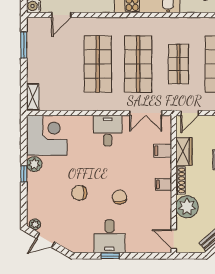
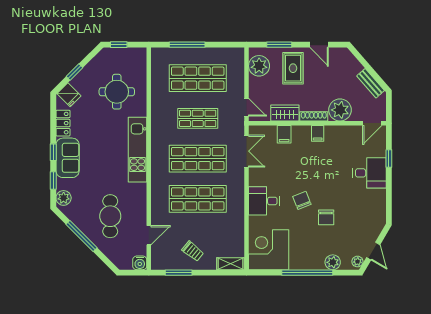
door: (61, 15) -> (149, 235), hinge flipped
trolley: (45, 59) -> (193, 251), added
desk: (108, 131) -> (264, 201), moved
plant: (34, 164) -> (333, 262), moved
window: (24, 174) -> (307, 273), width x3.17
chair: (119, 197) -> (302, 200), moved, turned 75
desk: (109, 236) -> (369, 173), moved
window: (110, 256) -> (389, 158), moved

